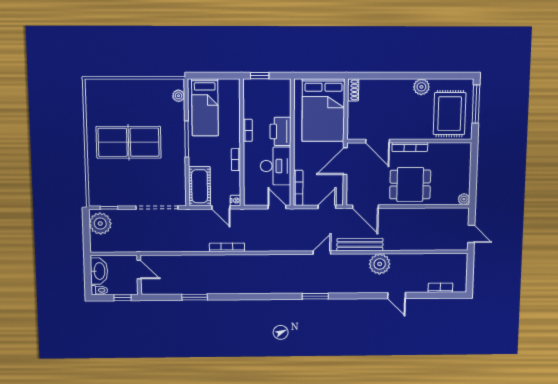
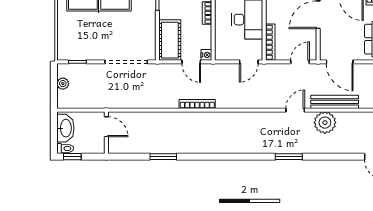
door: (277, 207) -> (249, 62), swing flipped
plant: (100, 224) -> (63, 84), width x0.53, depth x0.53
plant: (380, 264) -> (325, 123), moved
window: (122, 298) -> (72, 157), moved

